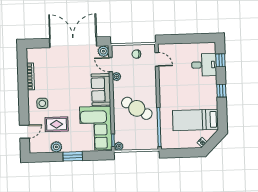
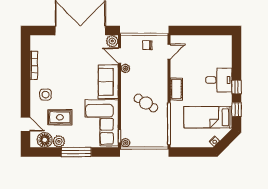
door: (157, 59) -> (169, 52), hinge flipped
window: (220, 60) -> (237, 110), moved
desk: (204, 65) -> (219, 80), moved
cot: (165, 94) -> (176, 89), added
cafe table: (137, 108) -> (146, 103), width x0.73, depth x0.74
door: (24, 132) -> (25, 124), hinge flipped
floor lamp: (43, 146) -> (45, 140), added
window: (73, 156) -> (76, 152), width x1.44

